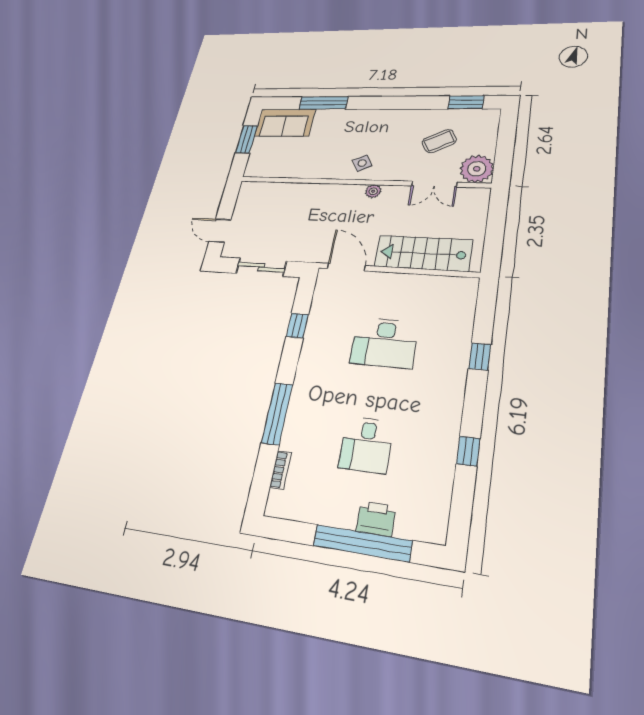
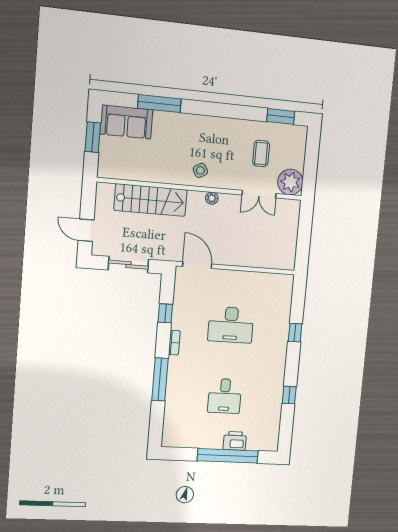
coffee table: (439, 141) -> (261, 153), turned -62
stairs: (423, 253) -> (151, 200), moved, turned 180
bookcase: (280, 470) -> (174, 343), moved

